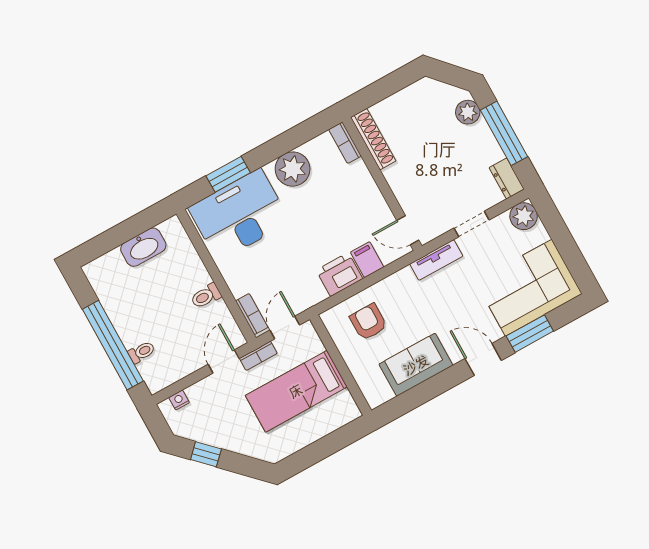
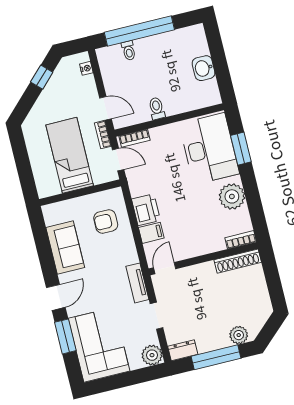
washbasin: (143, 247) -> (204, 68), width x0.72
armchair: (368, 322) -> (106, 221), turned 180

